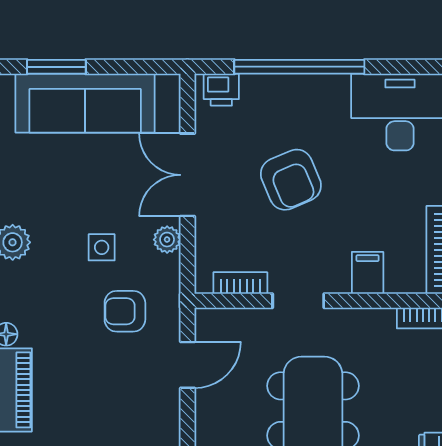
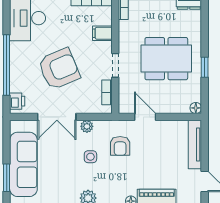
armchair: (291, 180) -> (59, 69), width x1.36, depth x1.36

